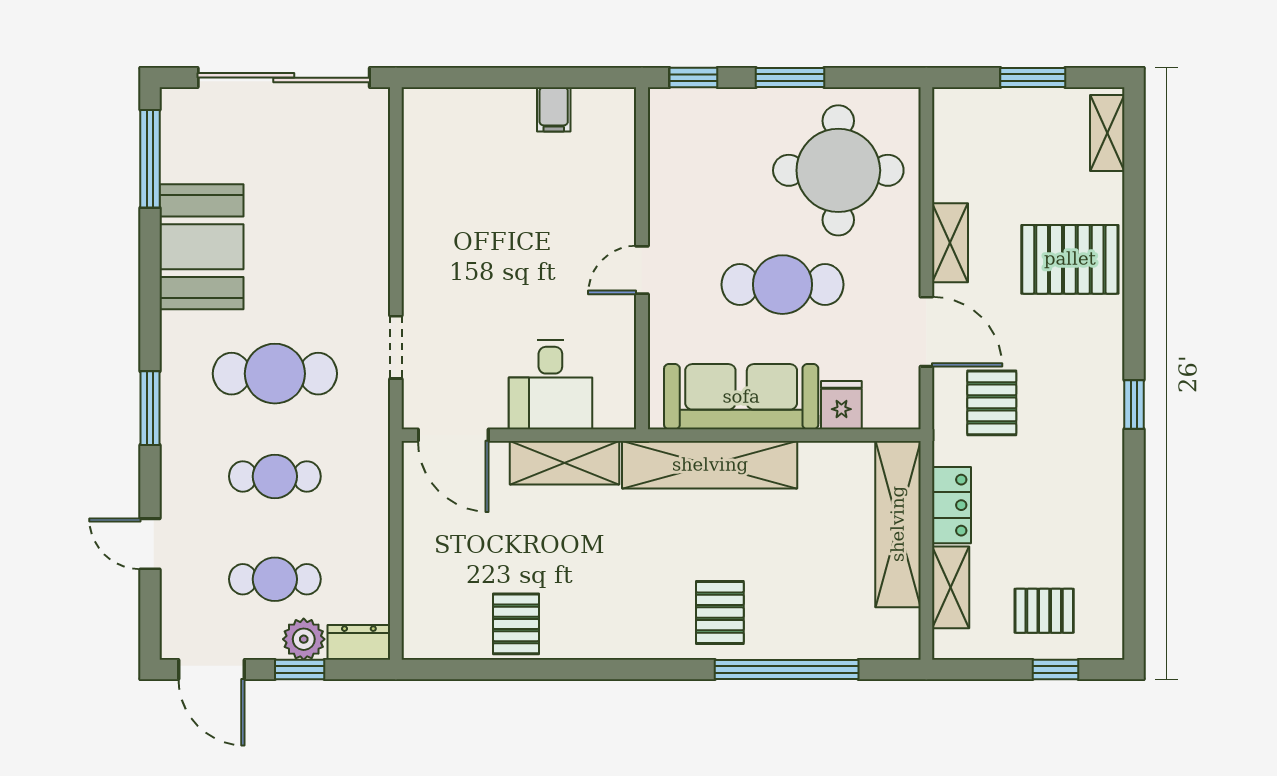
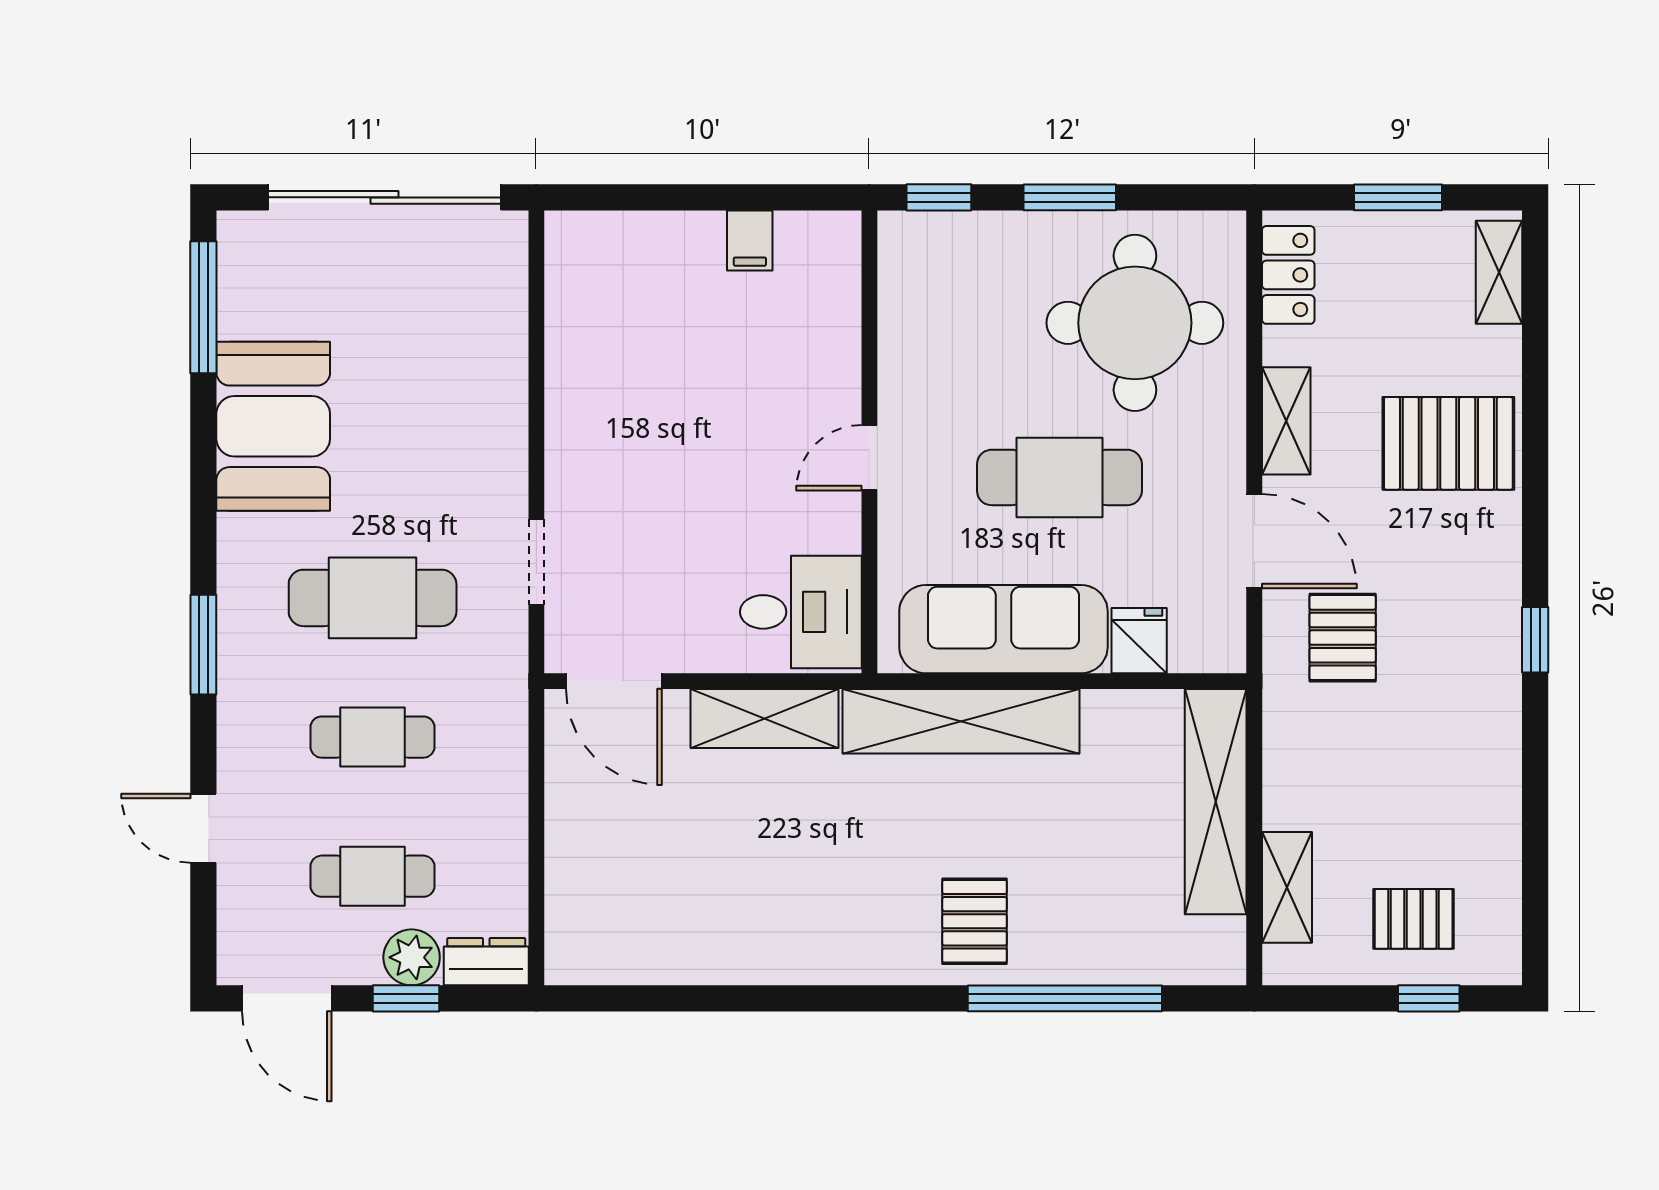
desk: (550, 384) -> (801, 612), moved, turned -90
locker: (952, 505) -> (1288, 275), moved
pallet: (516, 624) -> (699, 937), removed

